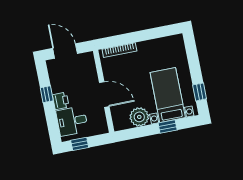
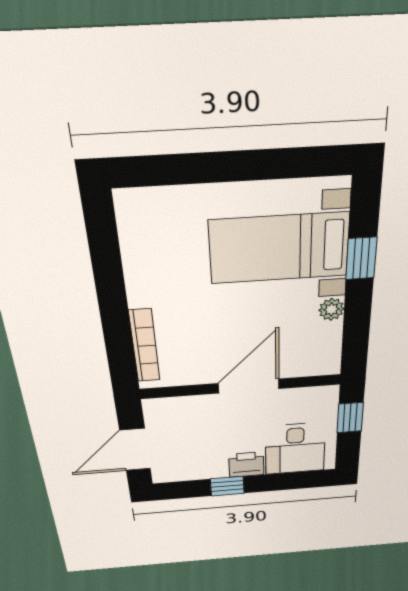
window: (200, 92) -> (289, 163), removed
plant: (139, 117) -> (331, 309), width x0.53, depth x0.53
window: (80, 144) -> (350, 418), moved

